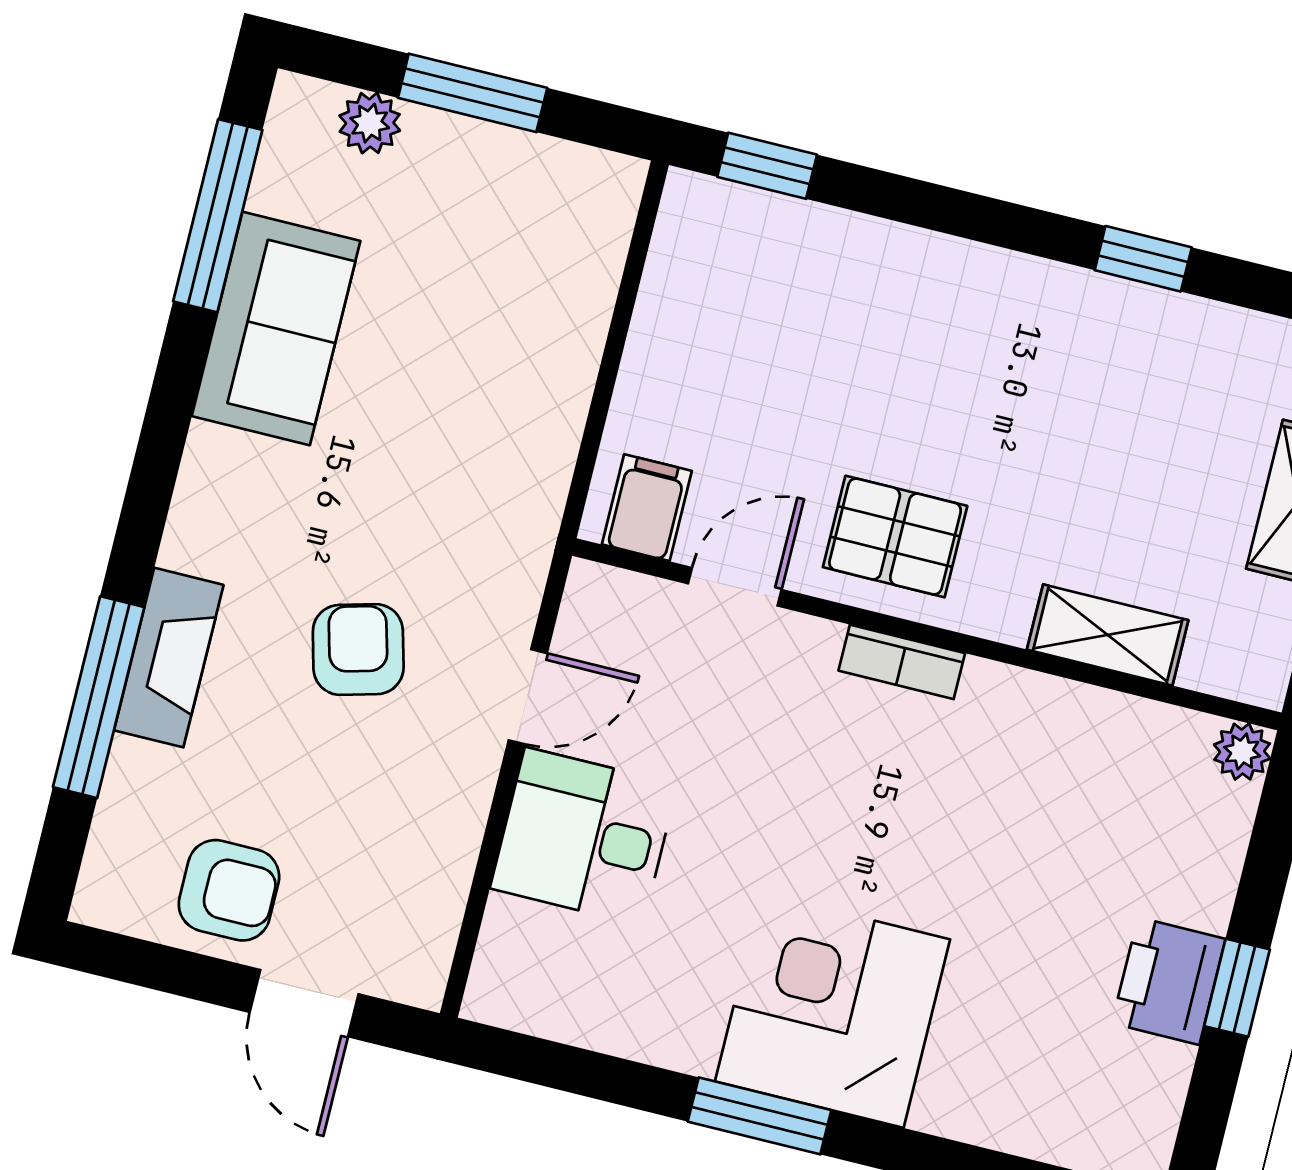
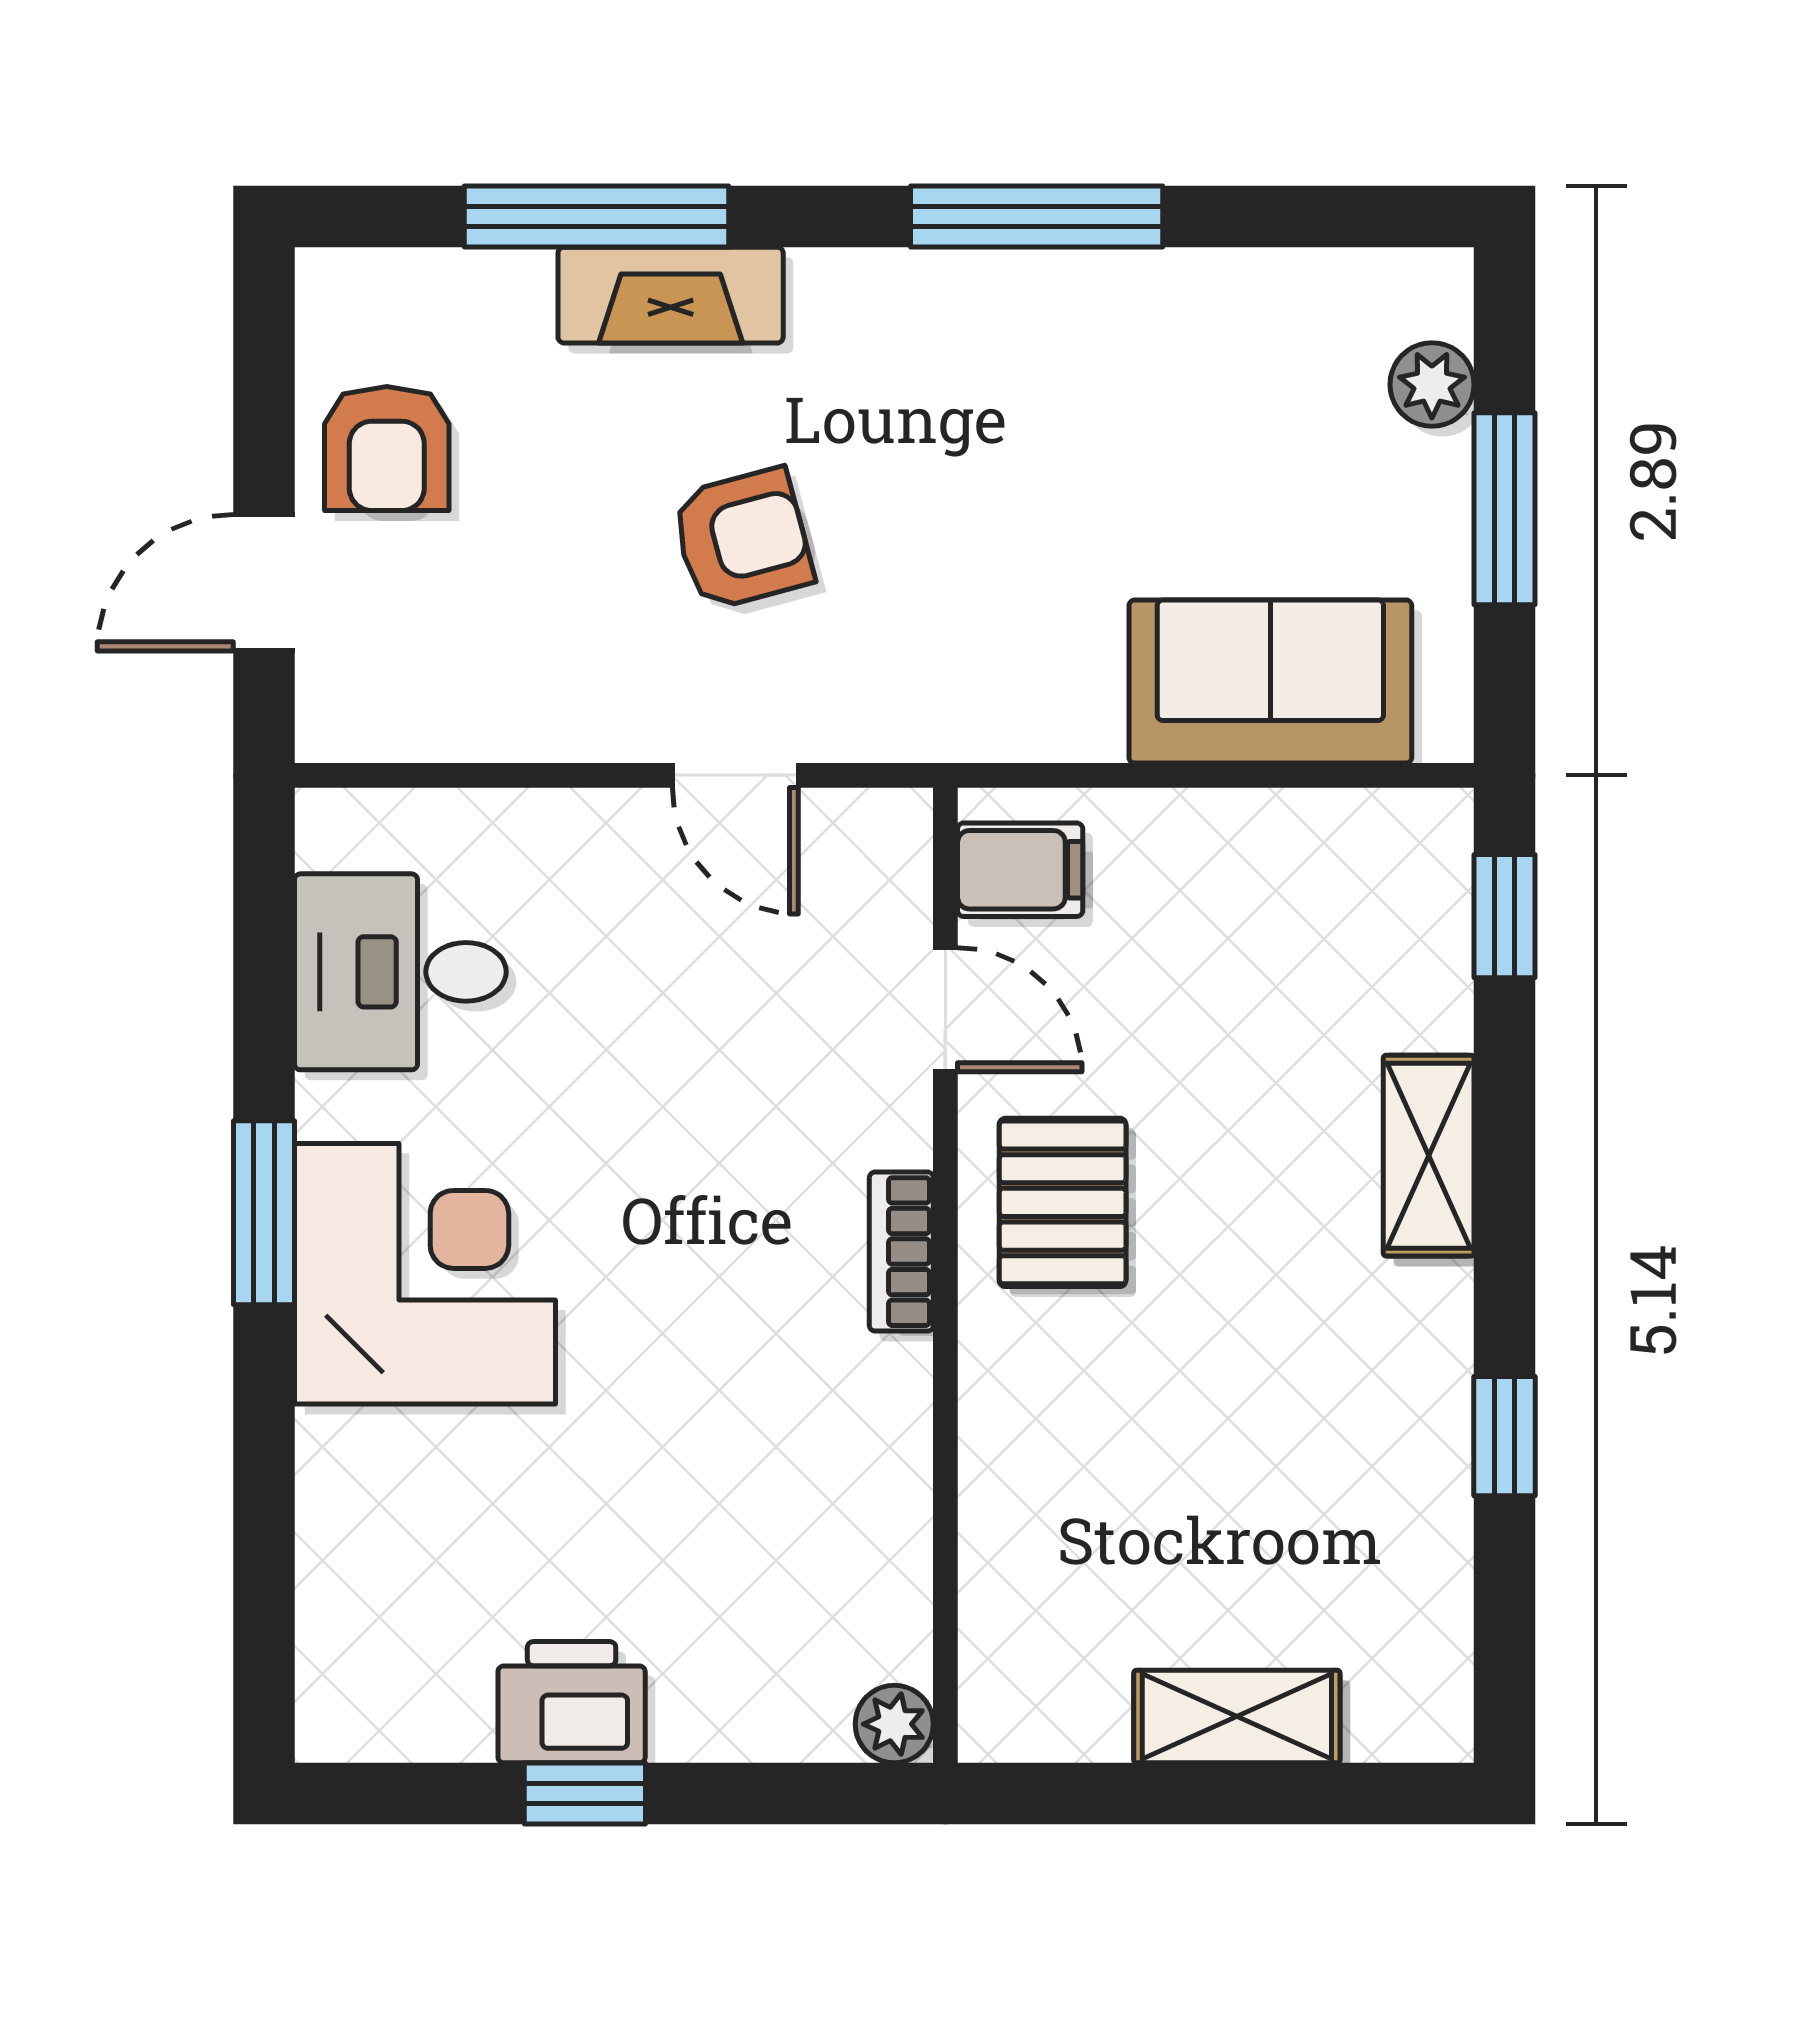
window: (218, 216) -> (1037, 216), moved
sofa: (276, 328) -> (1270, 682), moved, turned 180
shelving: (1108, 635) -> (1429, 1156), moved
desk: (584, 836) -> (400, 972), moved, turned -90

